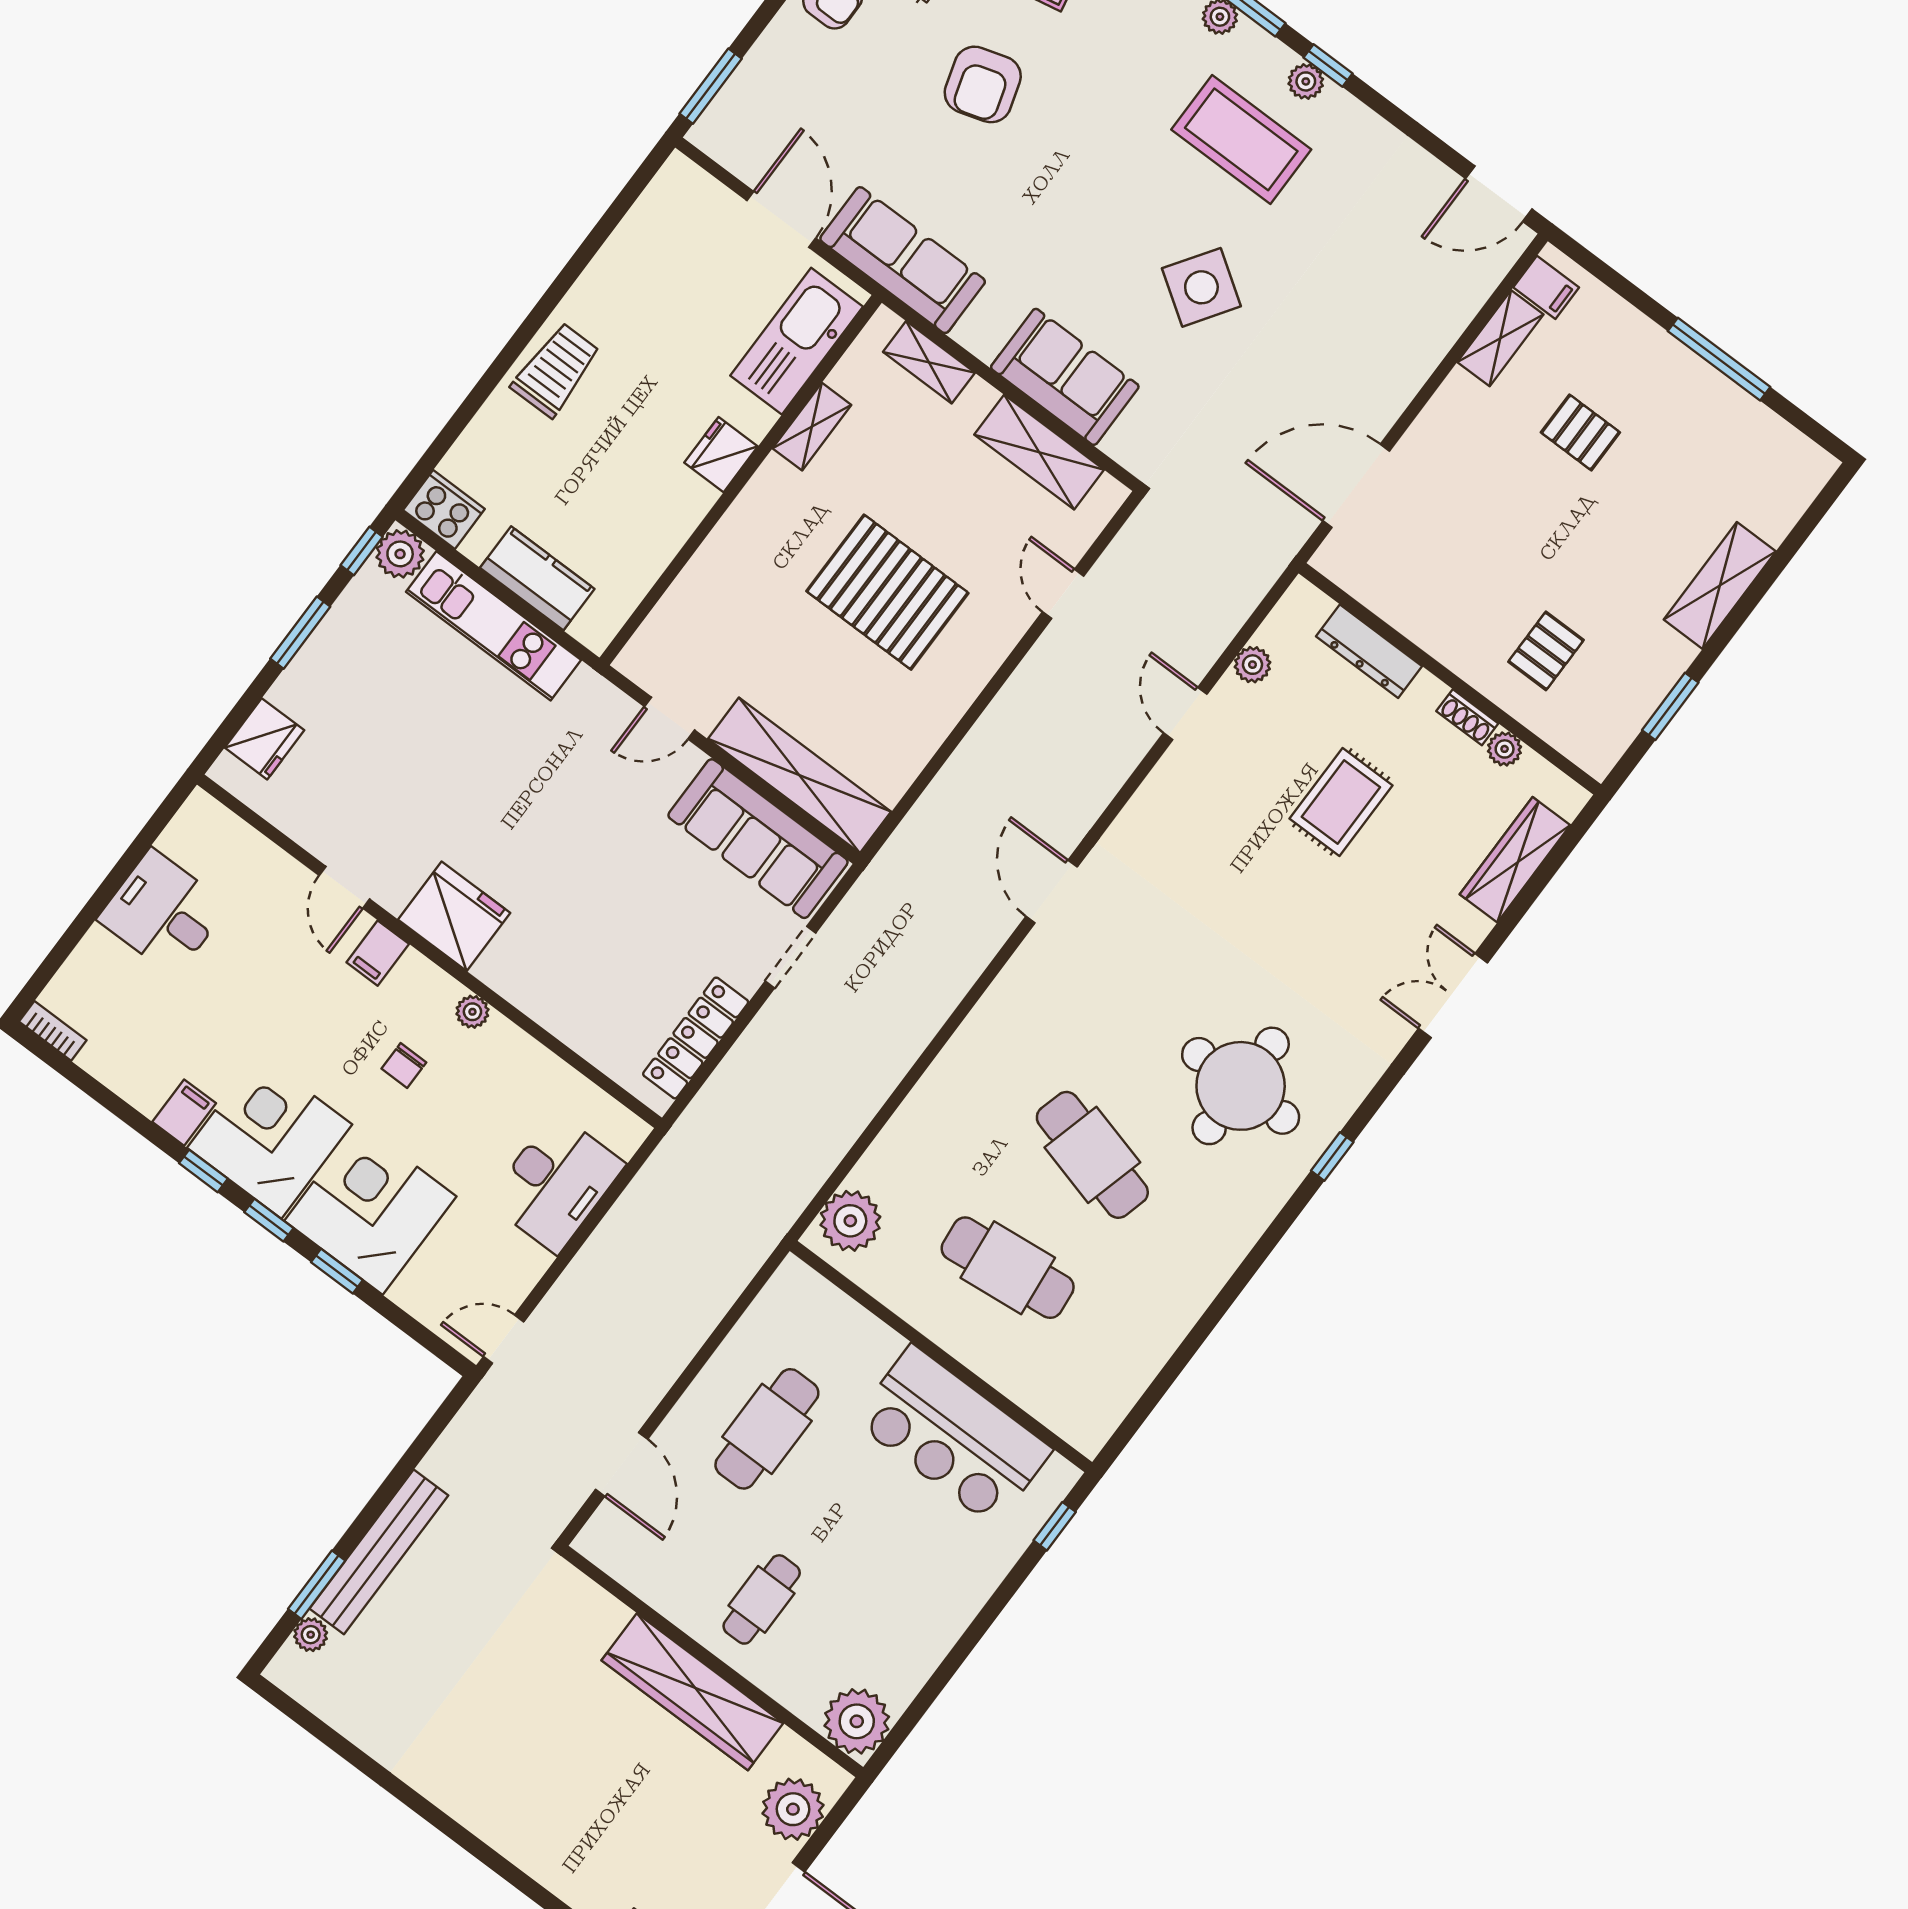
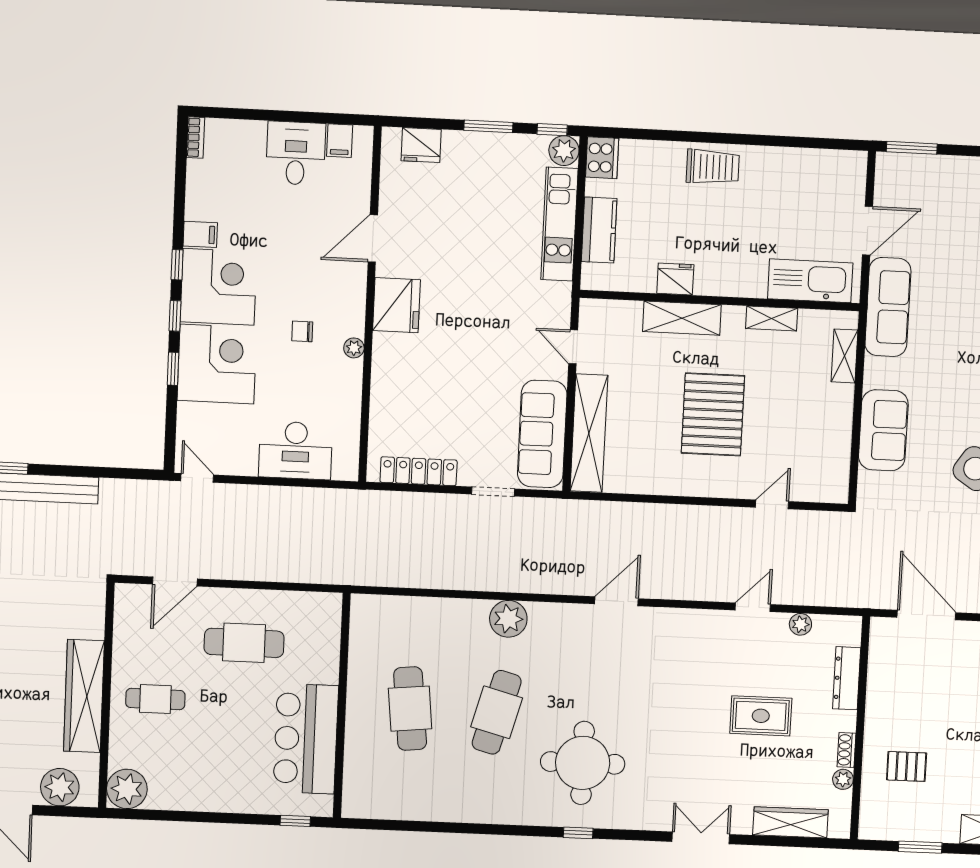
shelving: (1039, 452) -> (682, 318), moved, turned 90
fridge: (721, 455) -> (675, 279), moved
door: (344, 887) -> (373, 238), width x1.38
filing cabinet: (378, 953) -> (340, 141), moved, turned -90
plant: (850, 1221) -> (508, 619), moved

